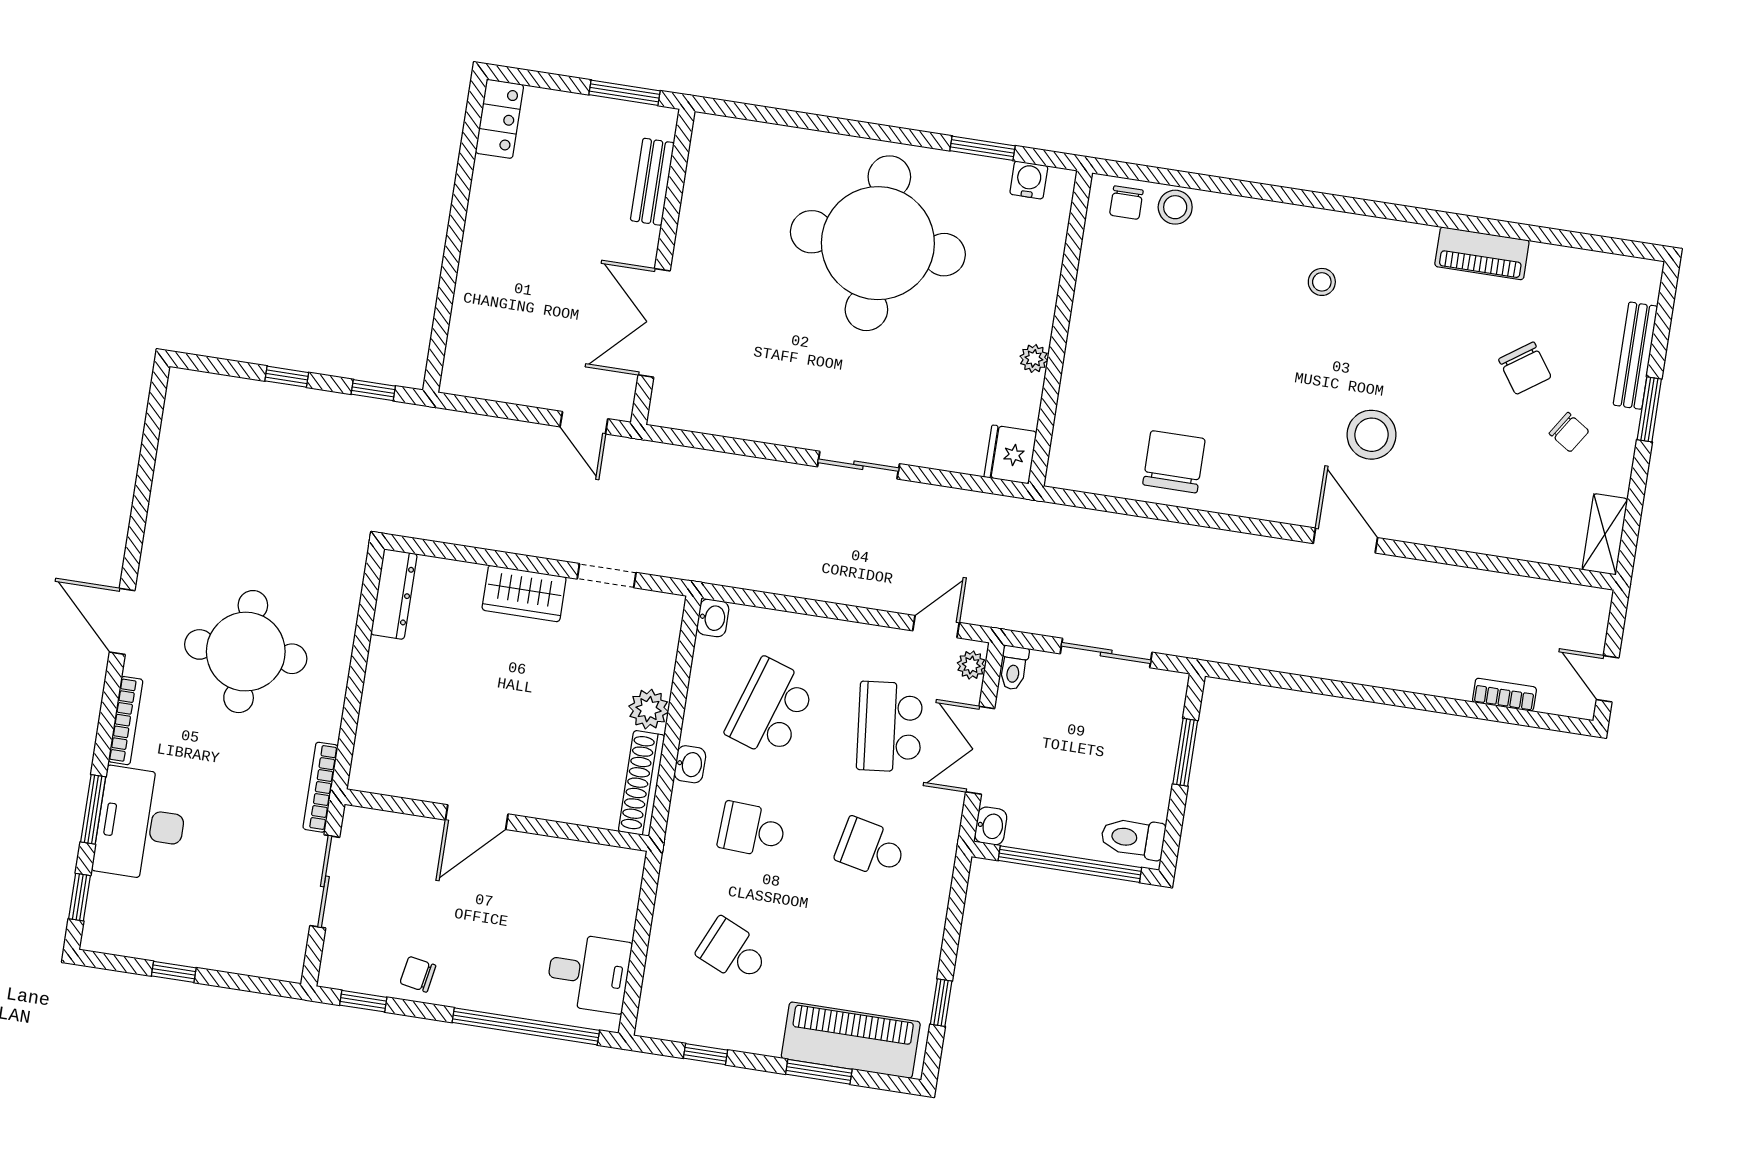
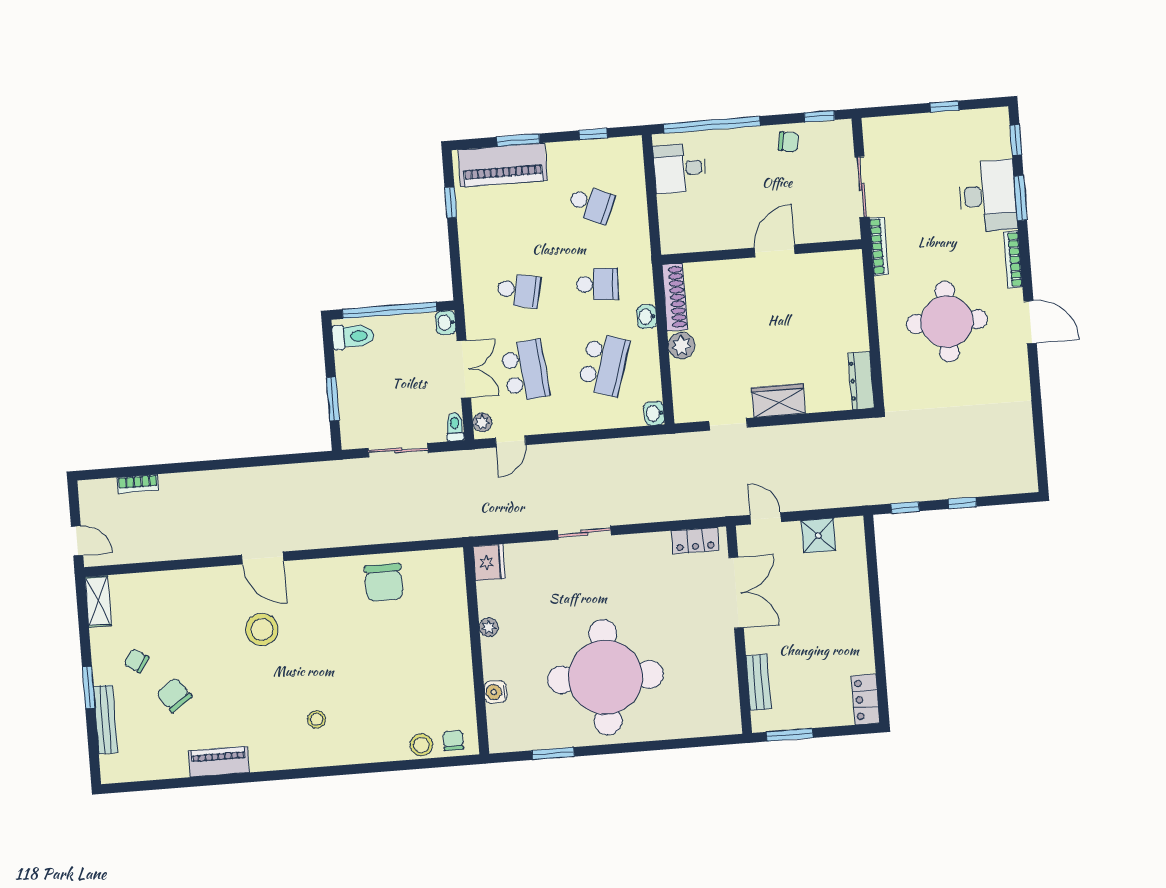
water cooler: (1029, 180) -> (495, 692), moved, turned 90
shower: (512, 379) -> (818, 536), added
locker: (697, 415) -> (695, 541), added
door: (1608, 679) -> (77, 541), moved

